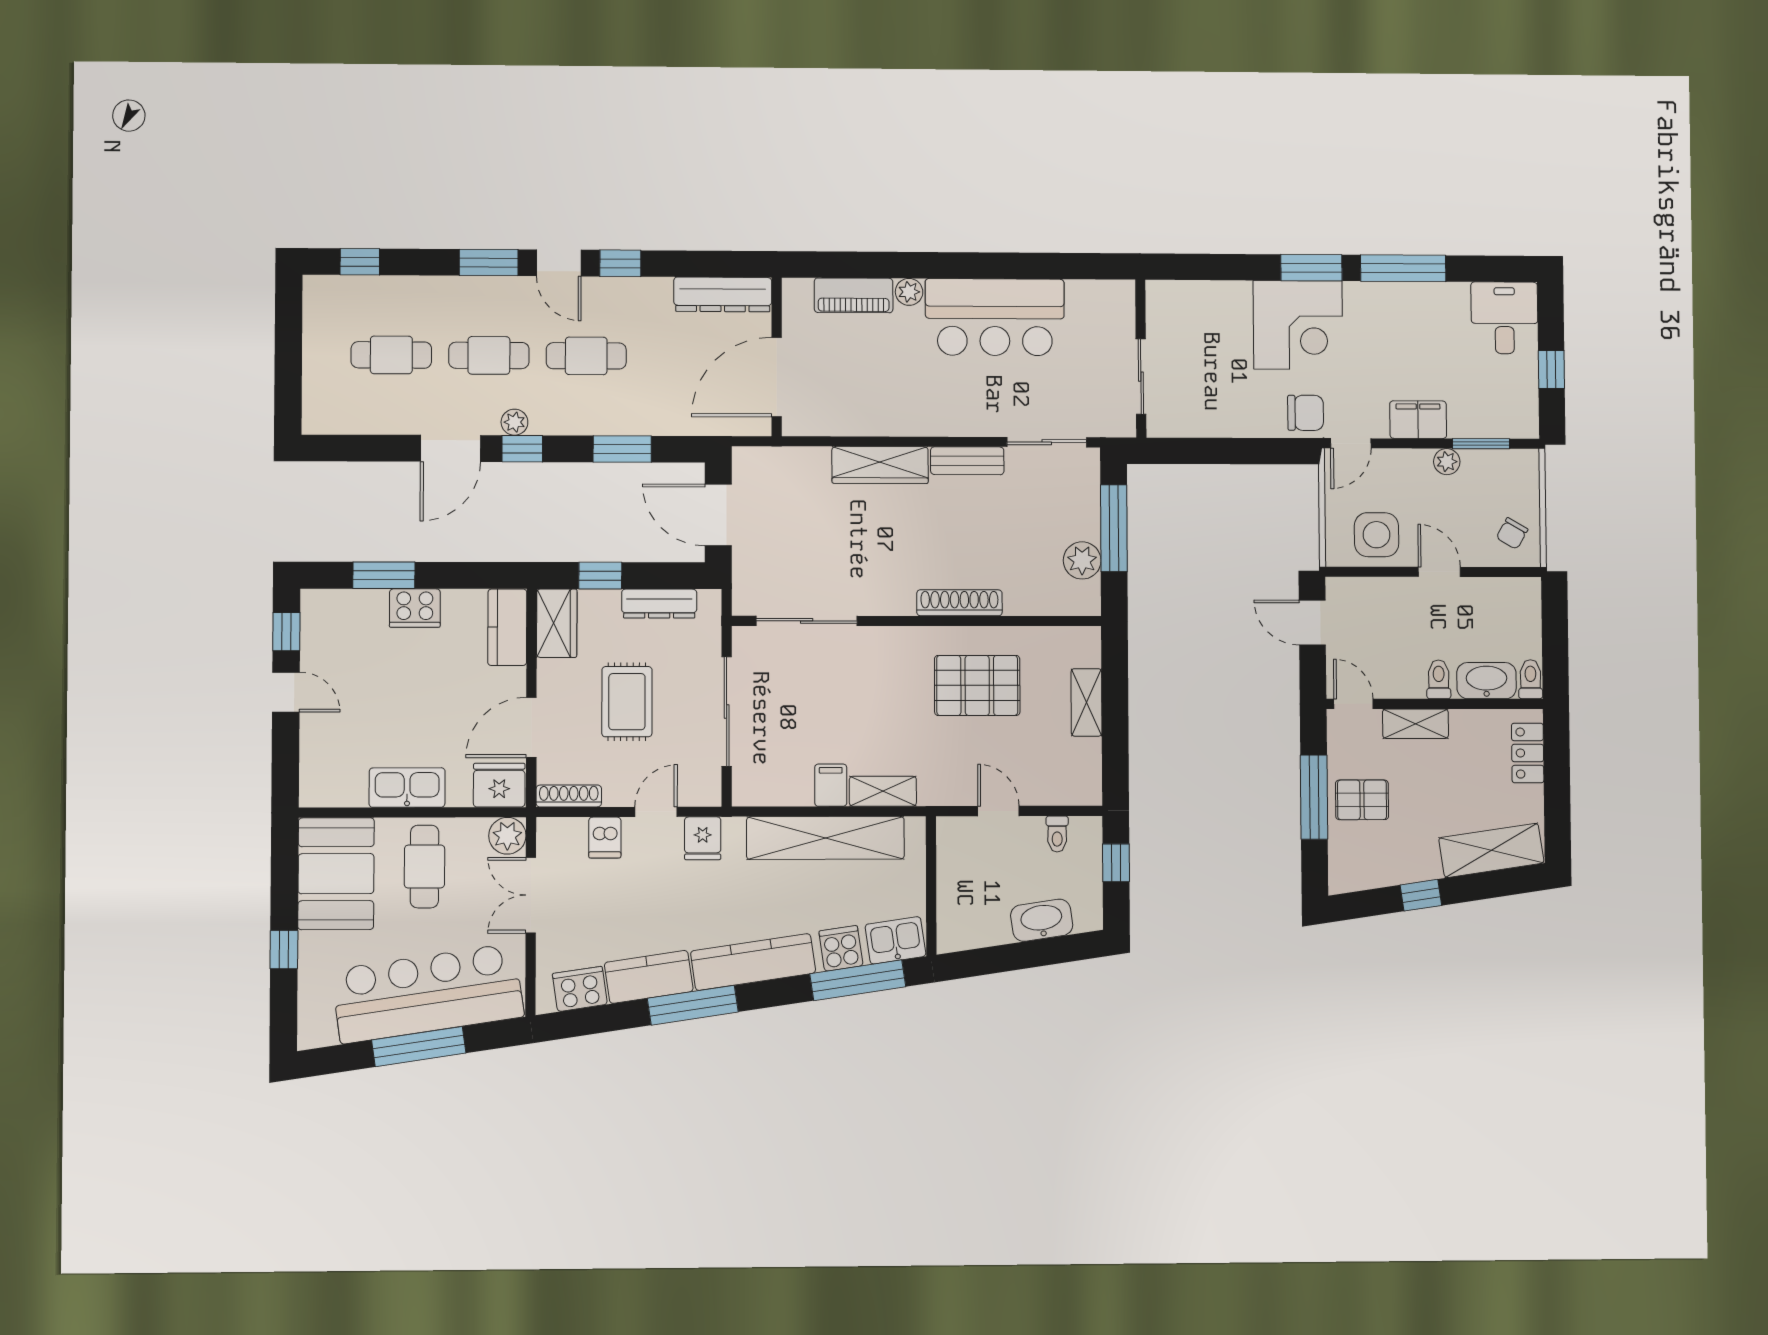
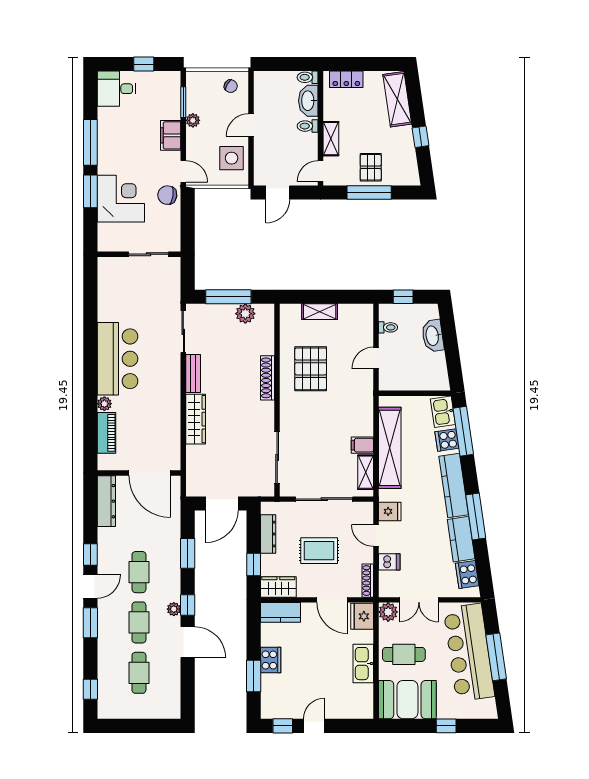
wall: (1141, 359) -> (139, 254), moved
sliding door: (1141, 377) -> (148, 254), moved
chair: (1306, 413) -> (167, 195), turned -82
shelving: (883, 791) -> (366, 472), moved

